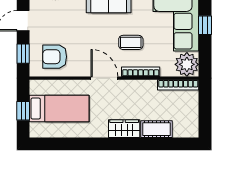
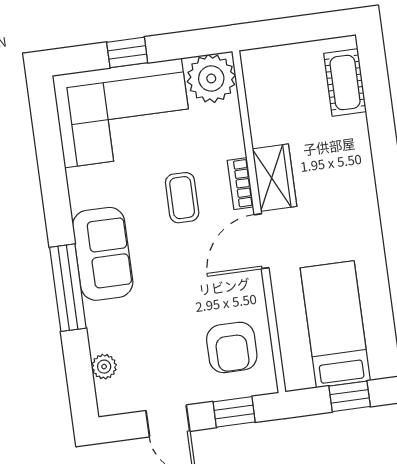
bookcase: (141, 72) -> (240, 184), width x0.64
bookcase: (178, 85) -> (255, 90), removed
wardrobe: (124, 129) -> (275, 178), moved, turned 180
cot: (156, 129) -> (345, 82), moved

